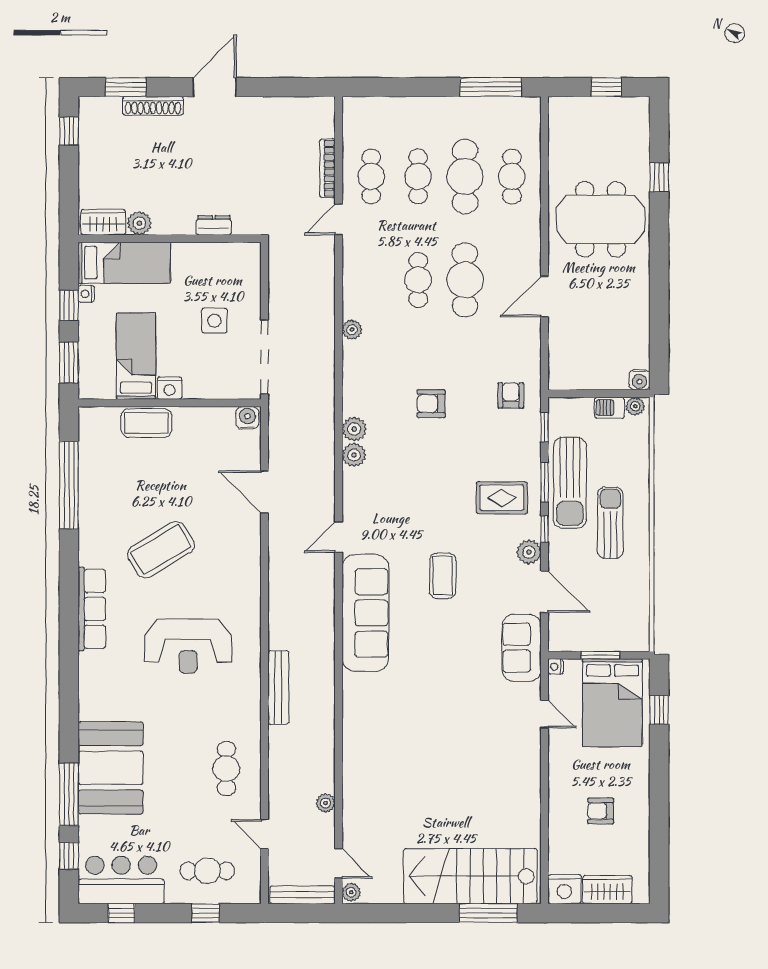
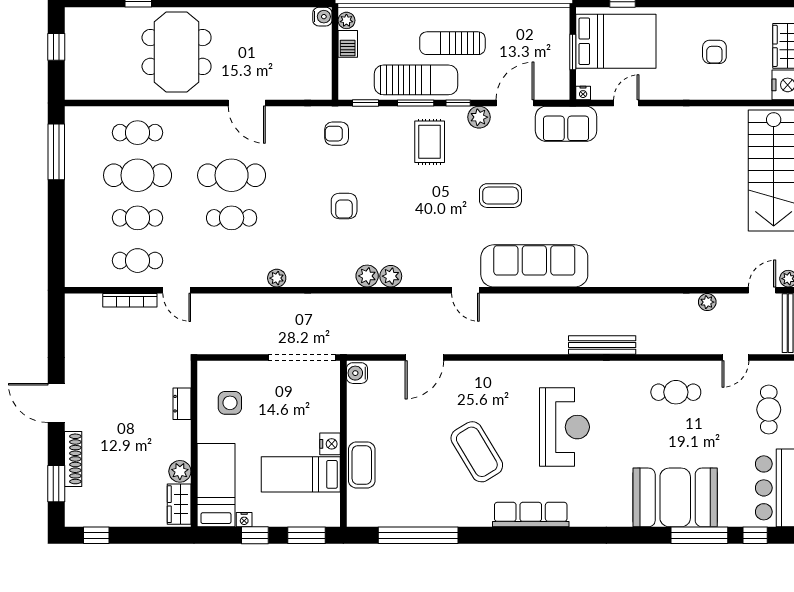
side table: (214, 321) -> (230, 403), moved

